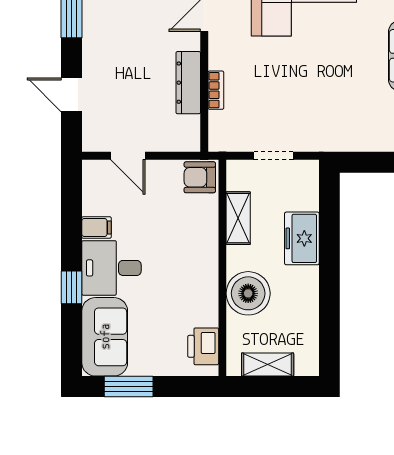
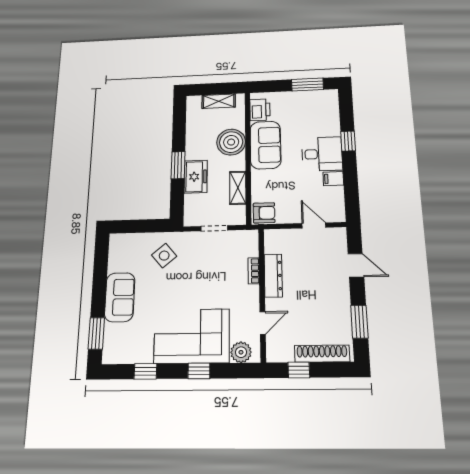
side table: (346, 116) -> (164, 256), added
window: (329, 258) -> (178, 165), added
sofa: (105, 337) -> (265, 145), moved, turned 180

